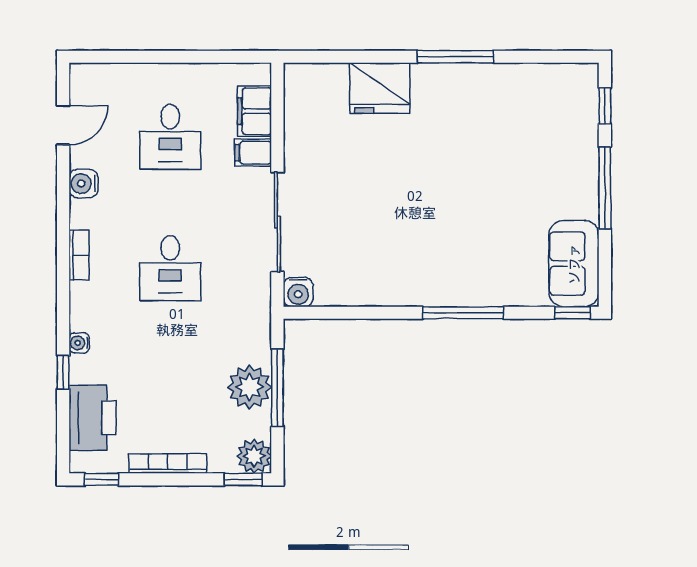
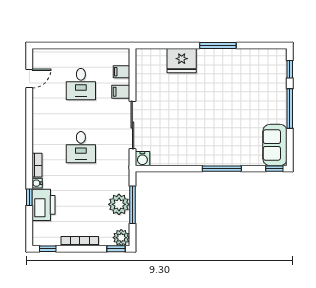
filing cabinet: (254, 111) -> (121, 72), width x0.50
water cooler: (83, 184) -> (39, 107), removed
bookcase: (79, 255) -> (37, 165), moved
printer: (92, 418) -> (43, 205), moved

